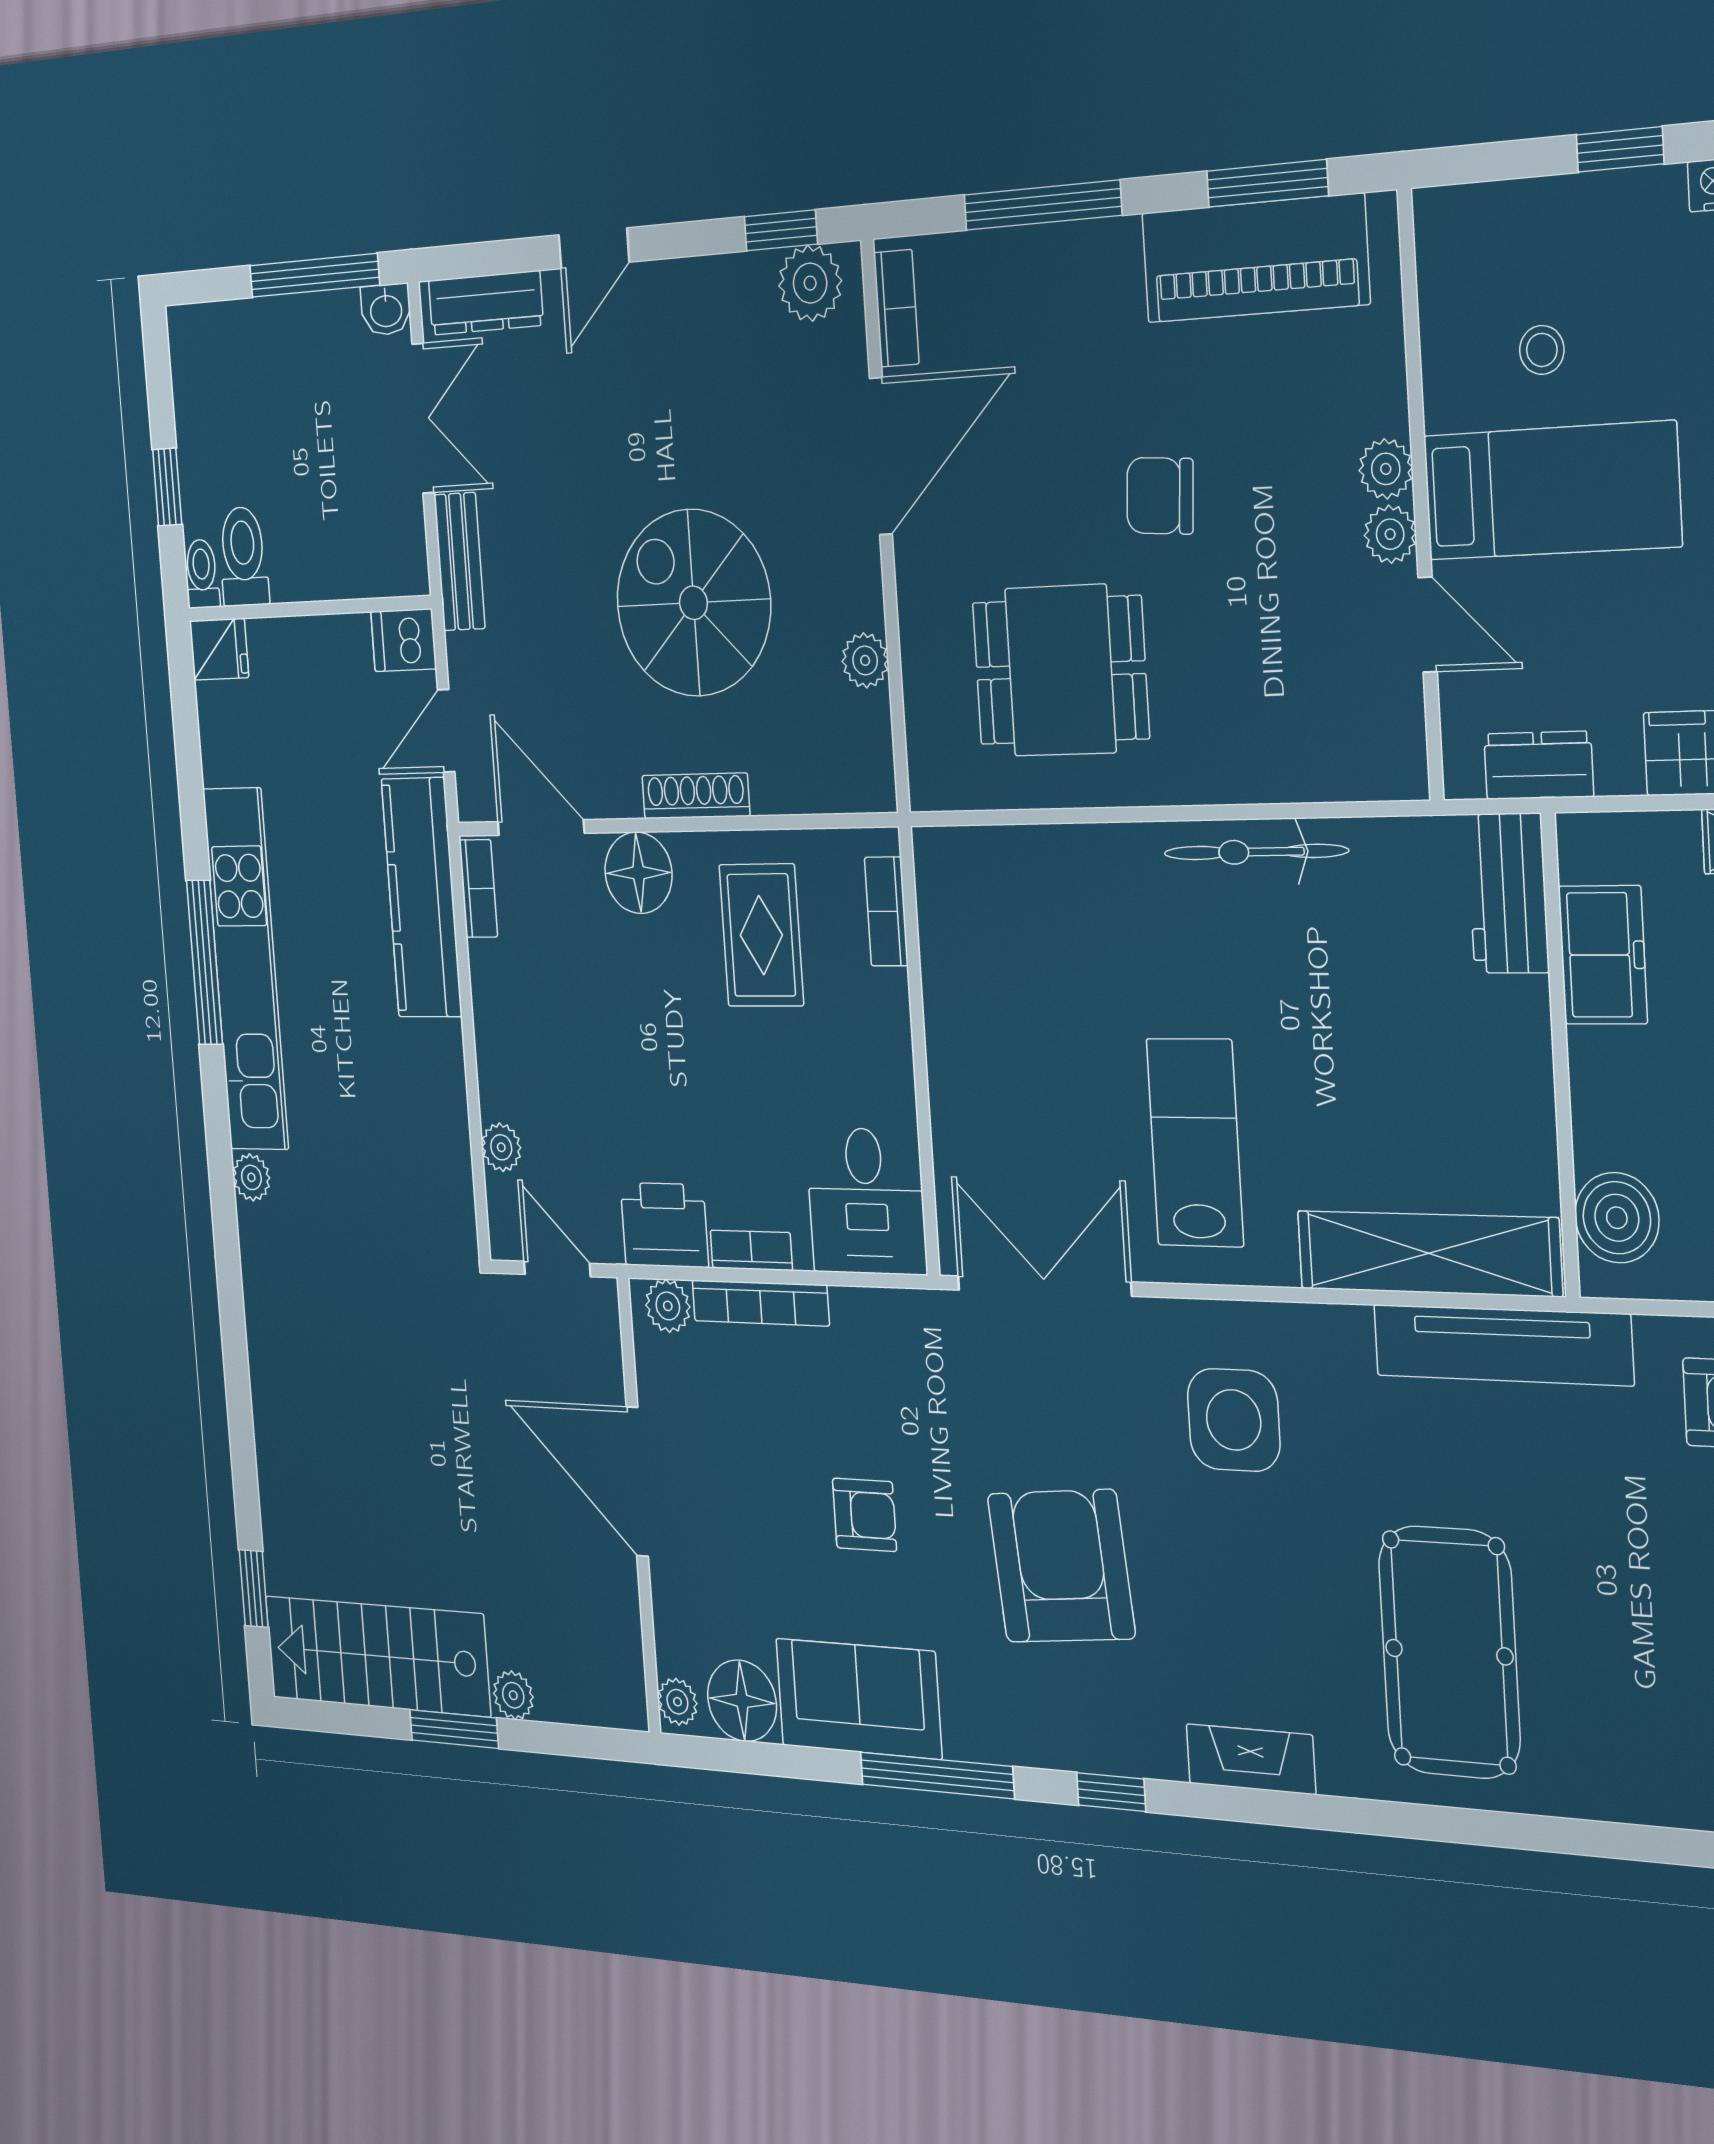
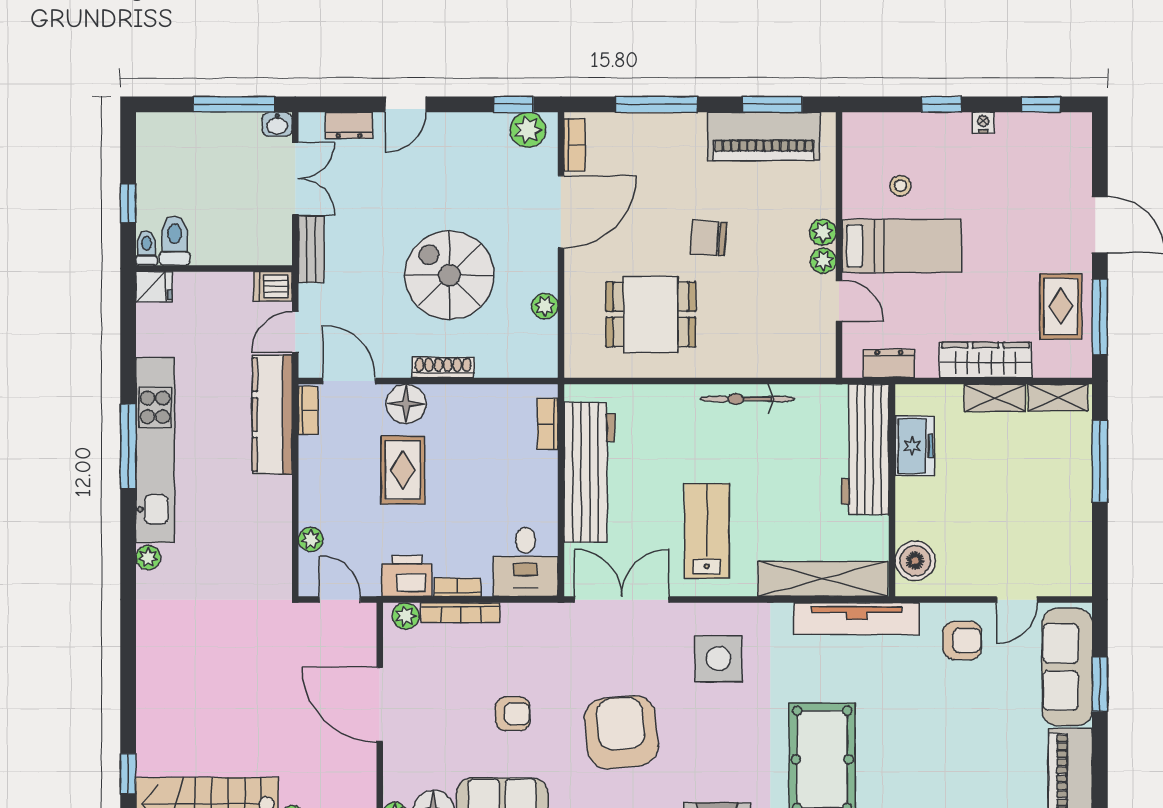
dresser: (486, 303) -> (349, 125), width x0.70
workbench: (1508, 893) -> (865, 449), width x1.88, depth x1.32
rug: (761, 935) -> (403, 470), moved
workbench: (968, 1014) -> (590, 472), added

